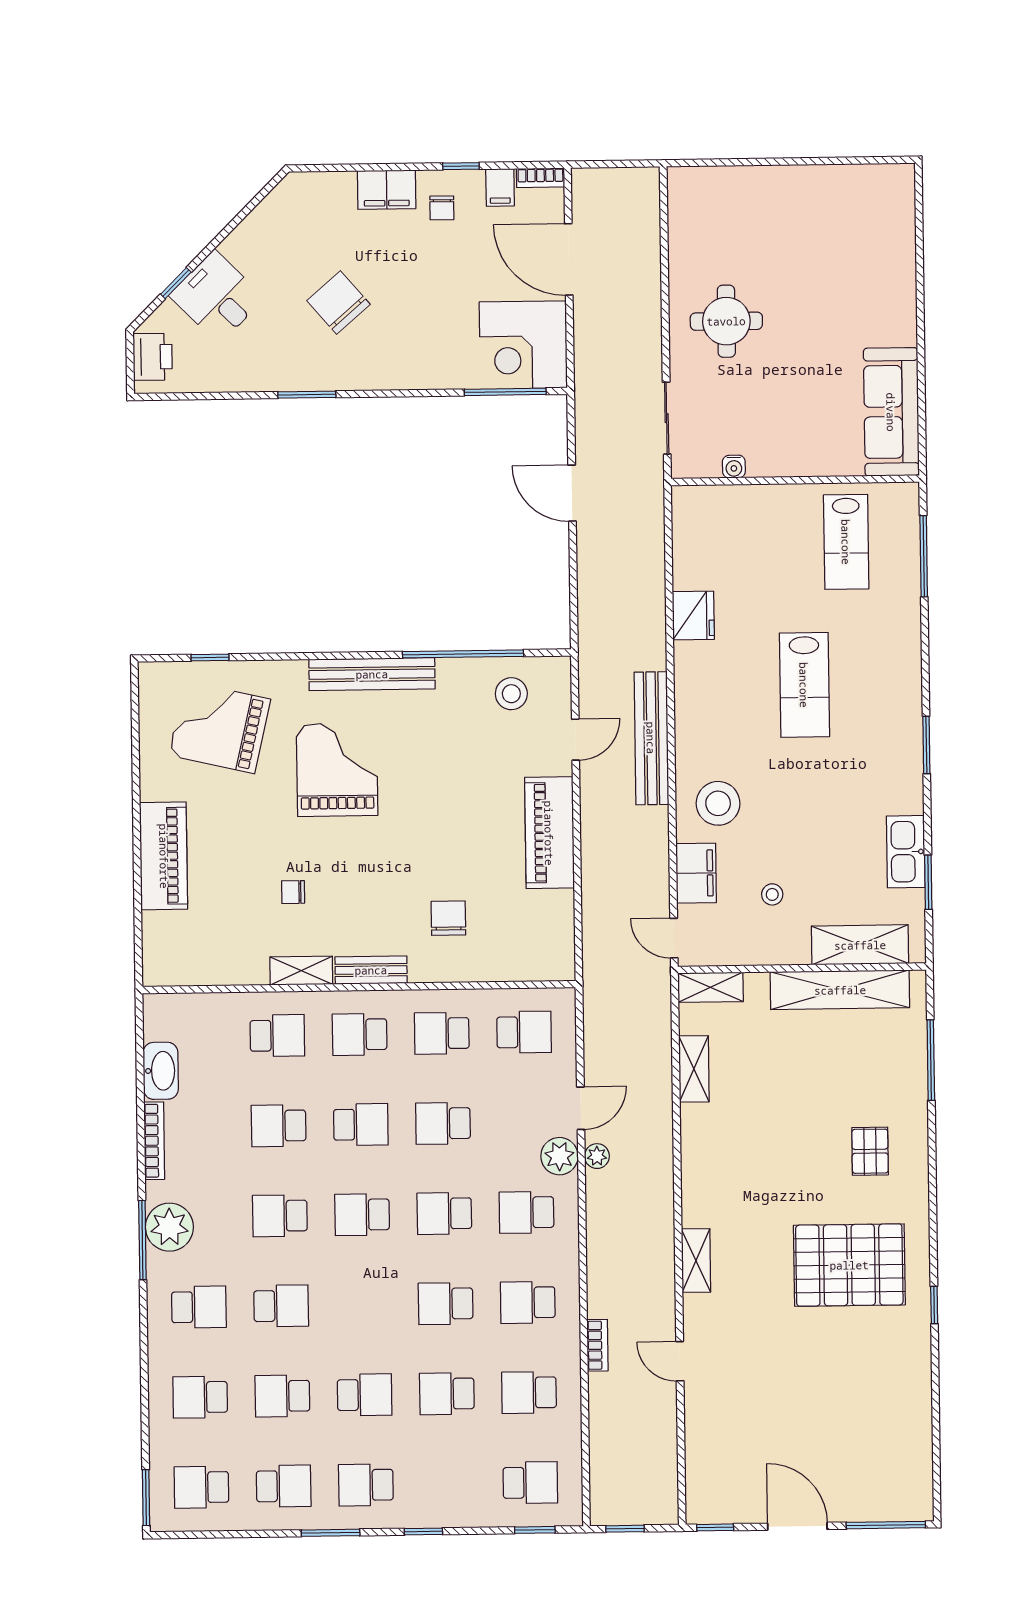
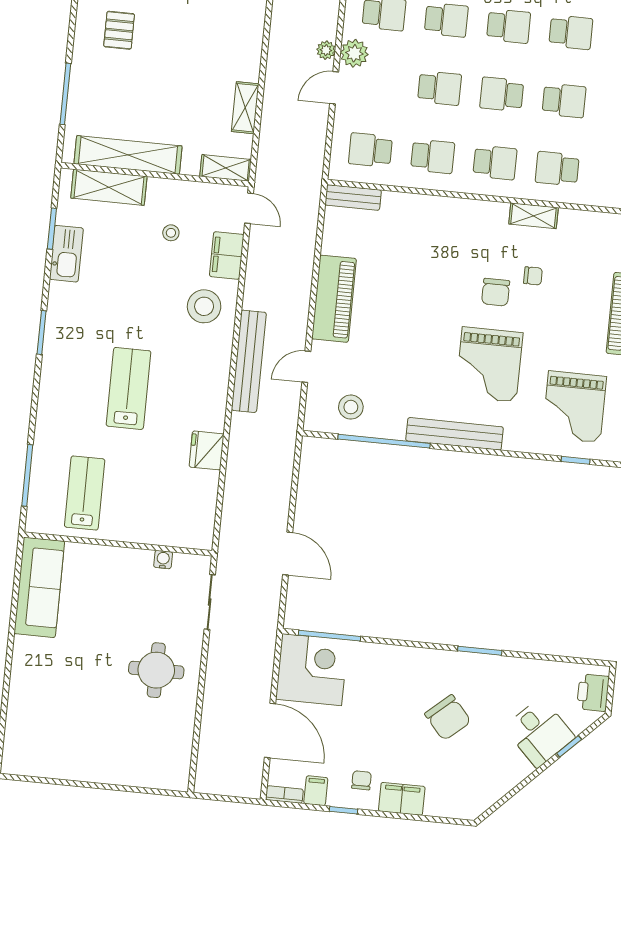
grand piano: (220, 727) -> (574, 407), turned 77
chair: (448, 918) -> (496, 292), moved
bench: (371, 970) -> (353, 198), moved

